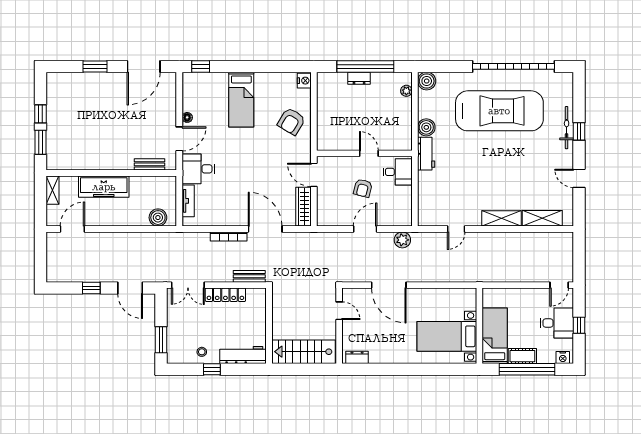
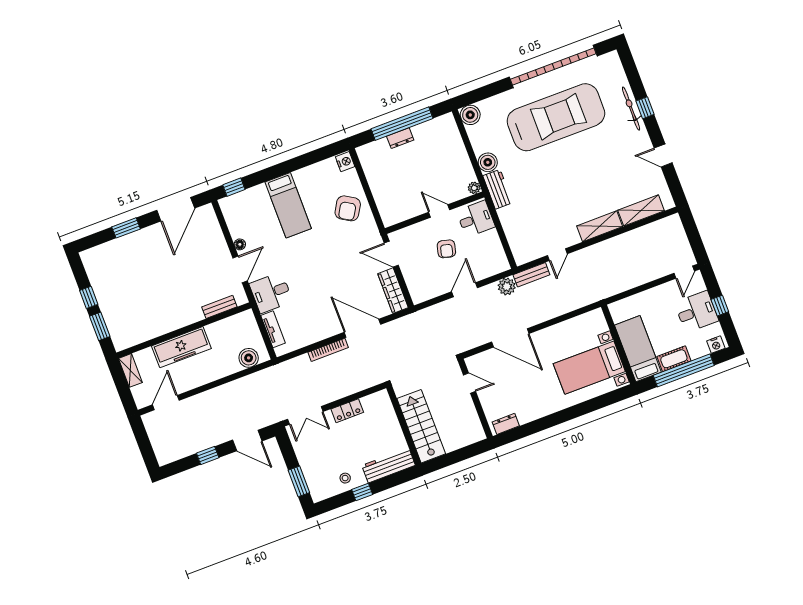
plant: (406, 91) -> (474, 188), moved
bench: (249, 276) -> (531, 275), moved
locker: (225, 295) -> (347, 411), width x0.66
stairs: (303, 352) -> (421, 426), moved, turned 90

